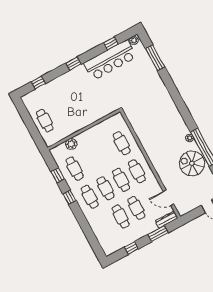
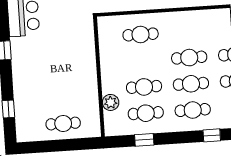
cafe table: (137, 171) -> (144, 87), moved
window: (69, 197) -> (212, 135), moved

